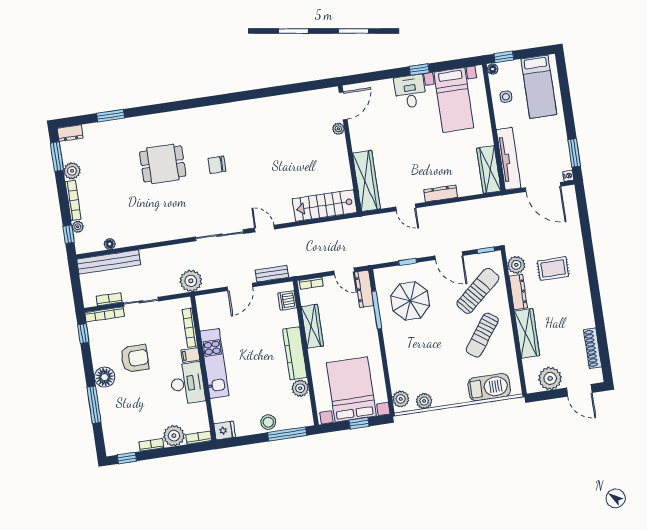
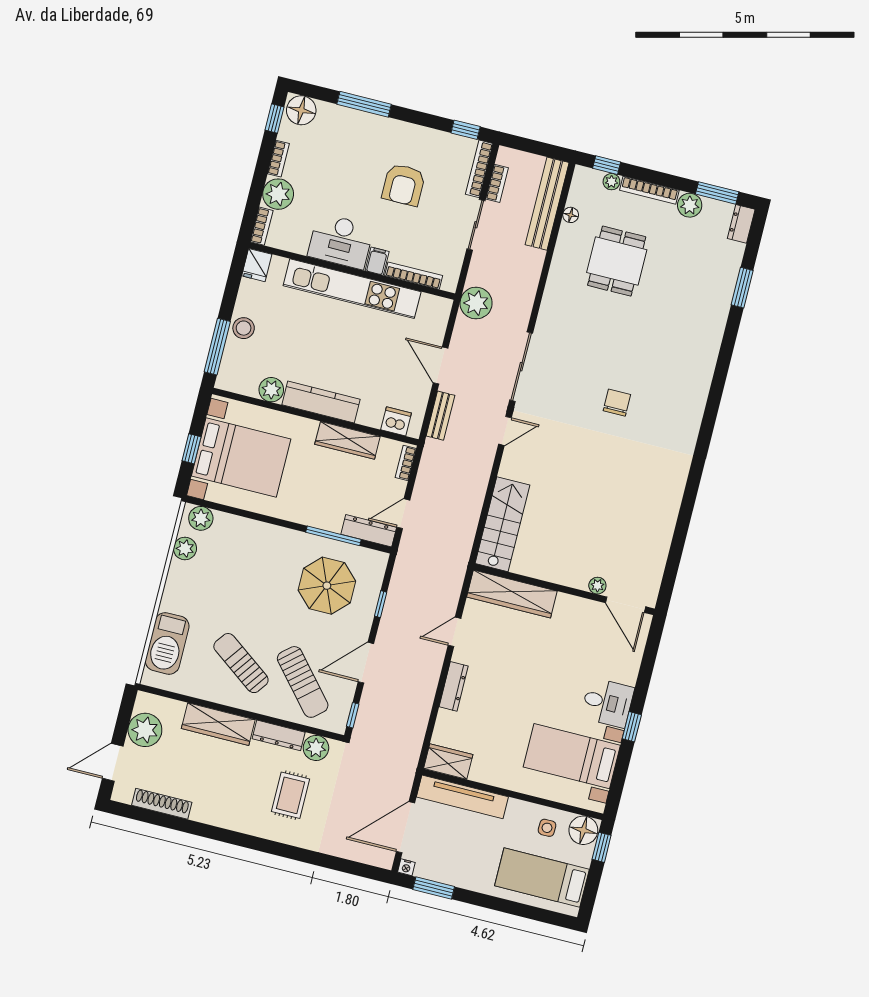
floor lamp: (493, 69) -> (583, 830), width x1.89, depth x1.89
dining table: (163, 164) -> (617, 261), moved
wardrobe: (489, 170) -> (448, 762), width x0.67
kitchen unit: (215, 364) -> (352, 289), width x1.36
floor lamp: (105, 377) -> (301, 110), moved

